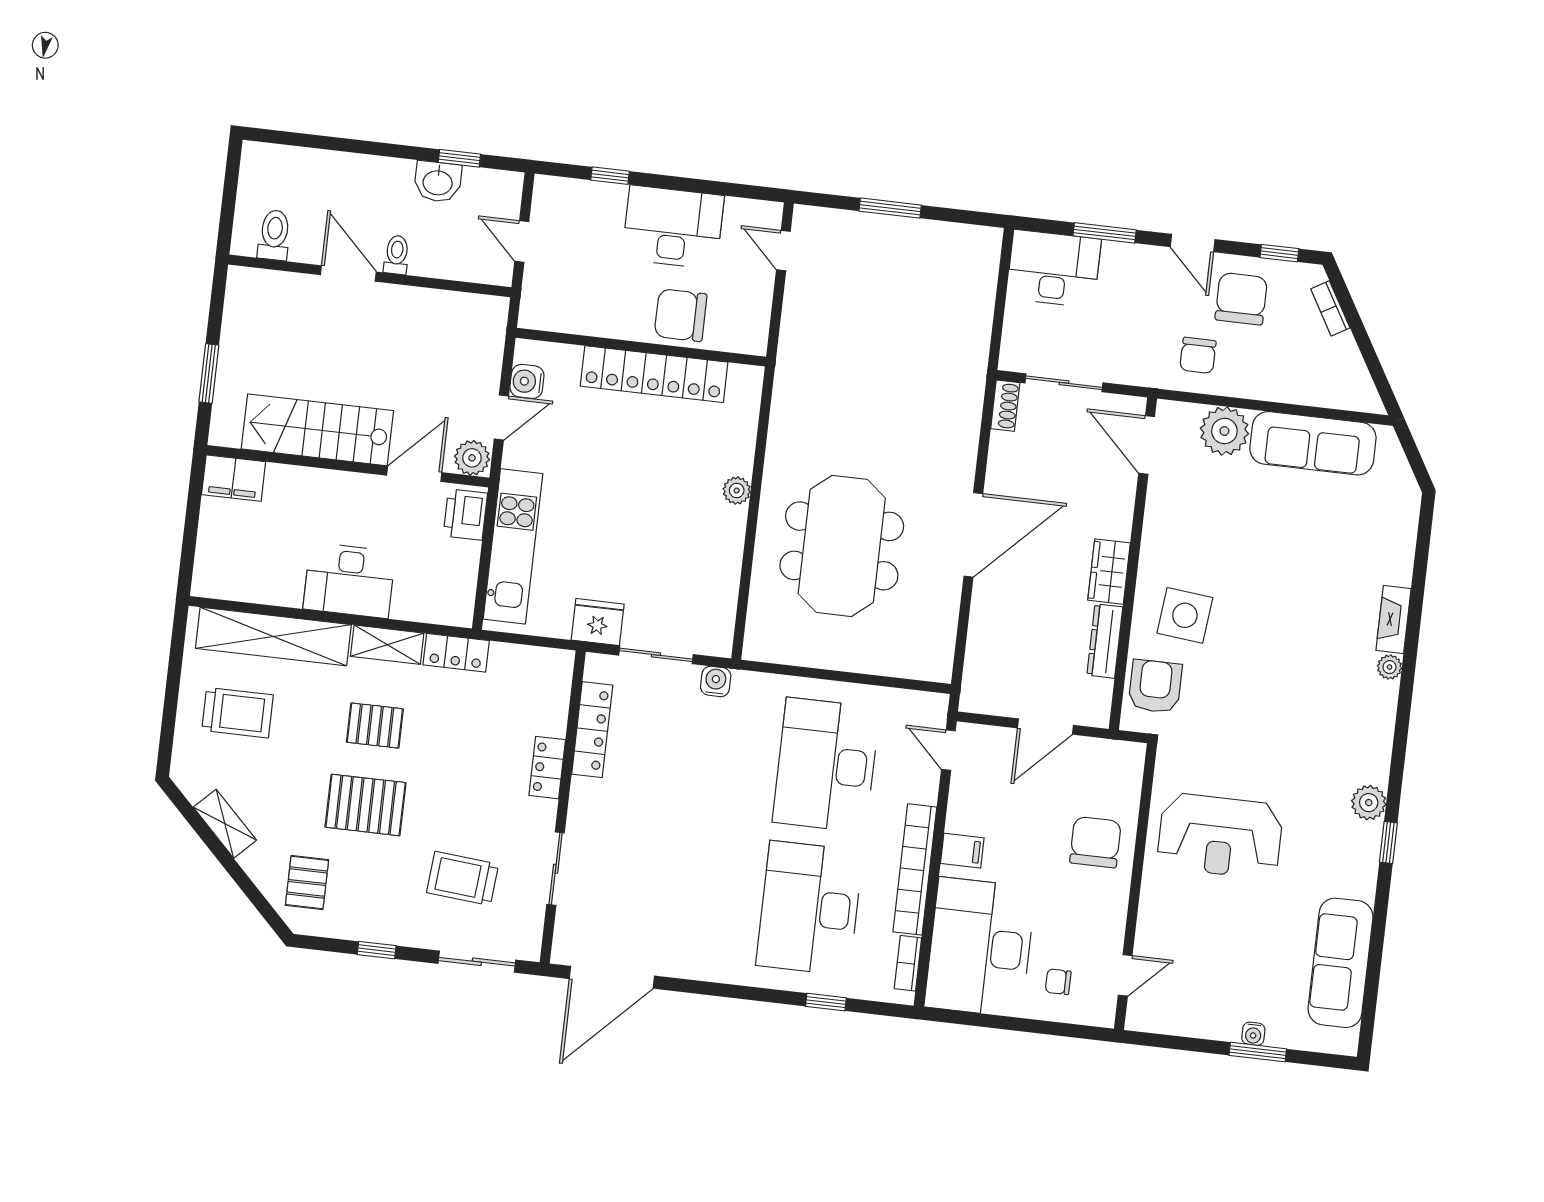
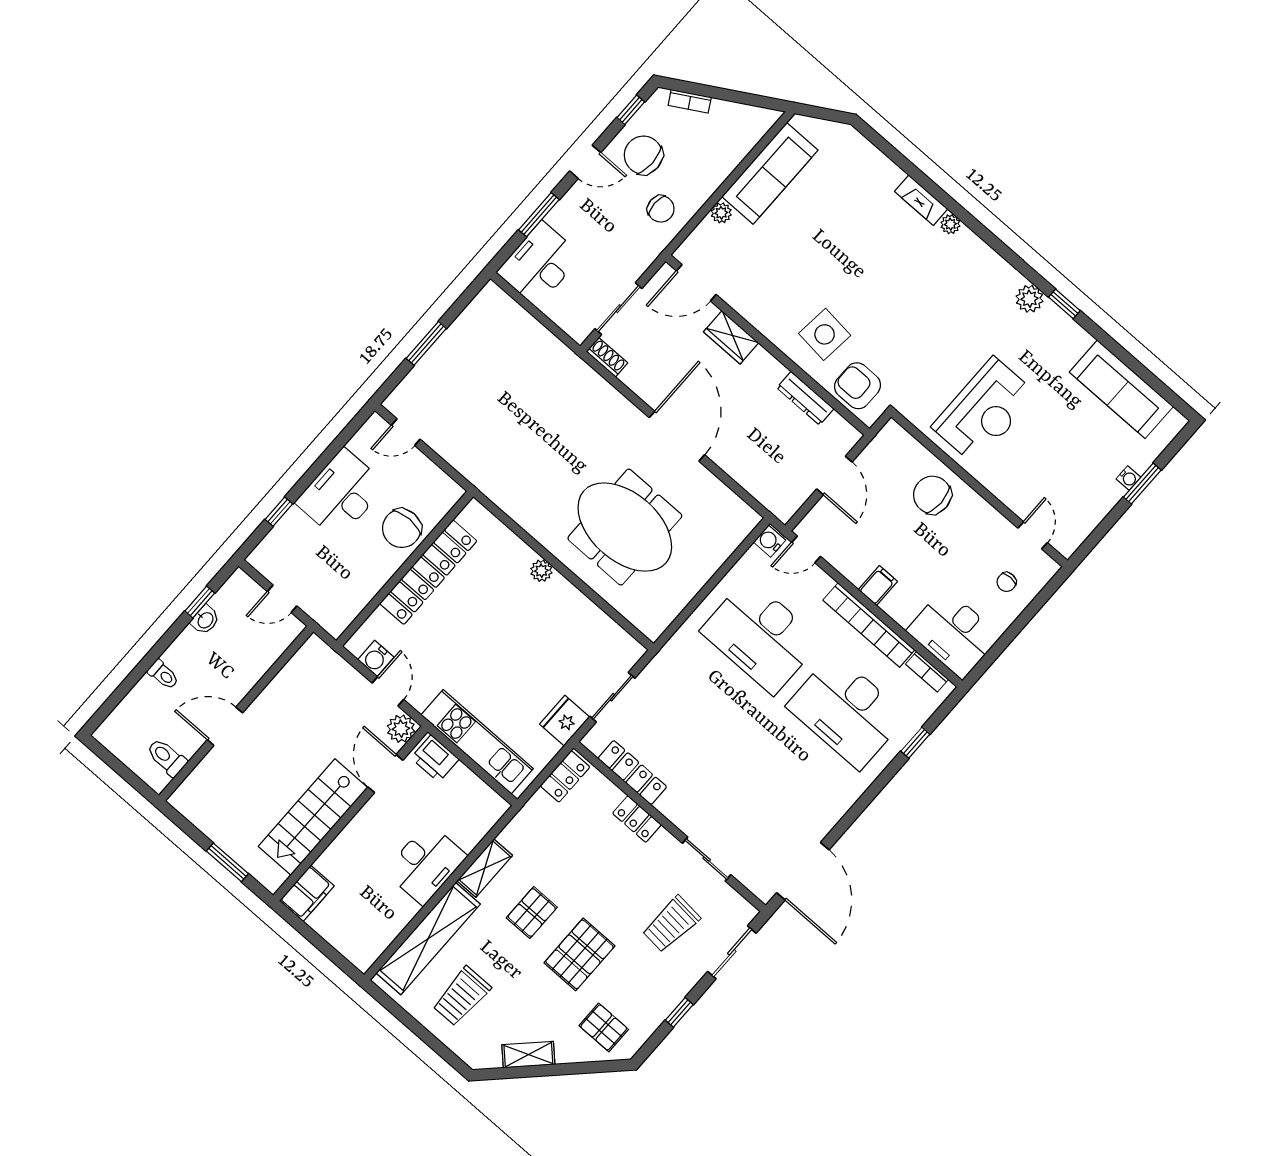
washbasin: (438, 182) -> (205, 620), width x0.72, depth x0.69
toilet: (397, 255) -> (163, 675), moved, turned 180
plant: (1224, 431) -> (721, 213), width x0.53, depth x0.53
wardrobe: (1109, 572) -> (731, 337), moved
locker: (456, 653) -> (565, 776), moved
water cooler: (716, 681) -> (770, 541), moved
trolley: (237, 713) -> (462, 996), turned 180
desk: (980, 947) -> (953, 633), width x0.73, depth x0.77

